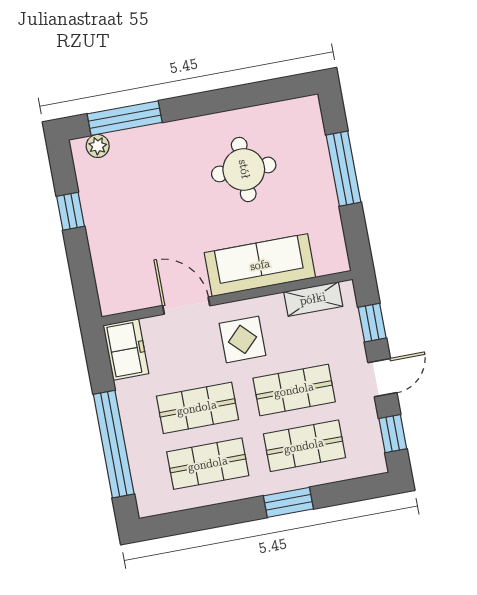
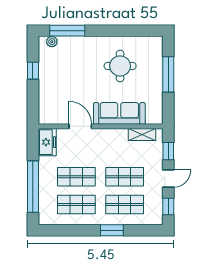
display table: (242, 339) -> (104, 148), removed

